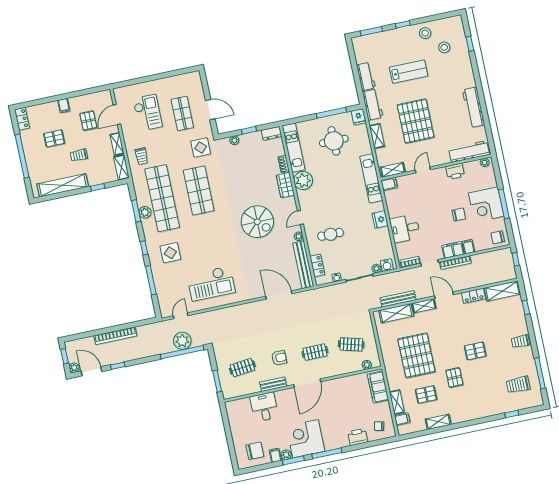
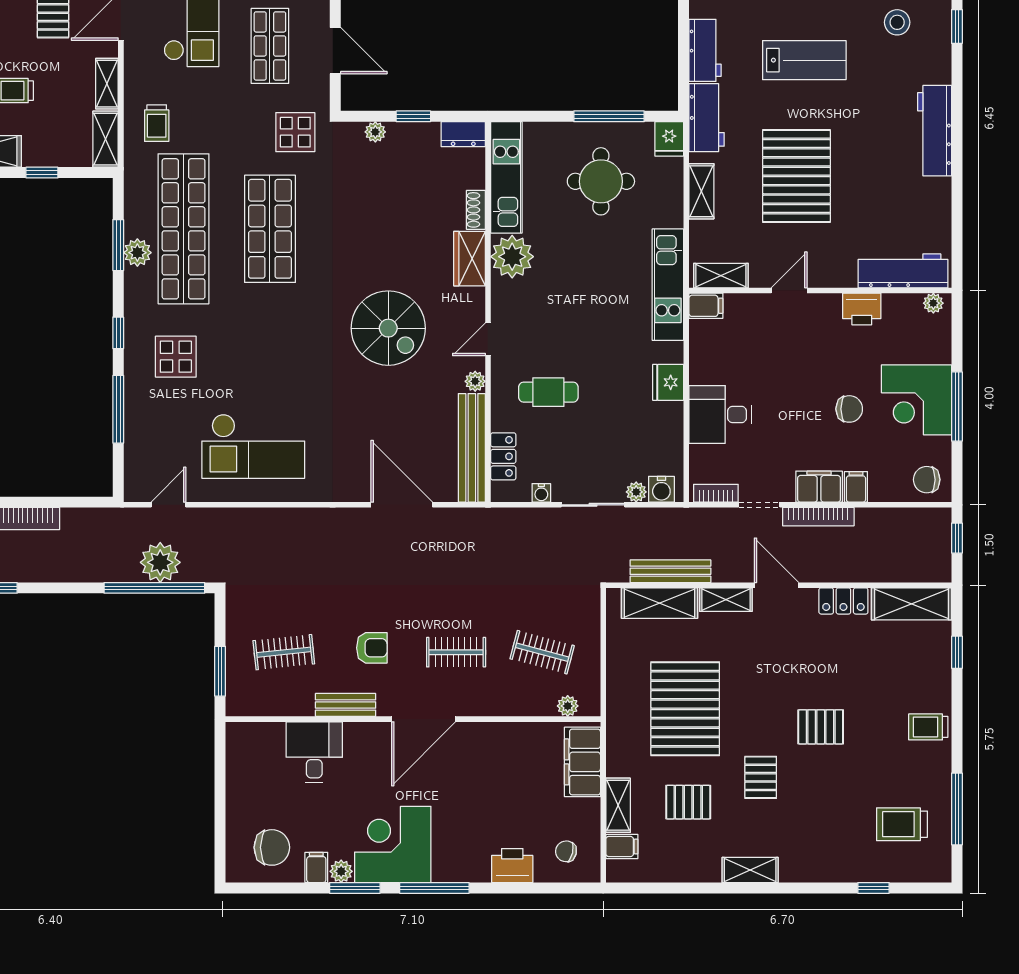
workbench: (473, 107) -> (935, 131), moved
shelving: (438, 422) -> (750, 870), moved

